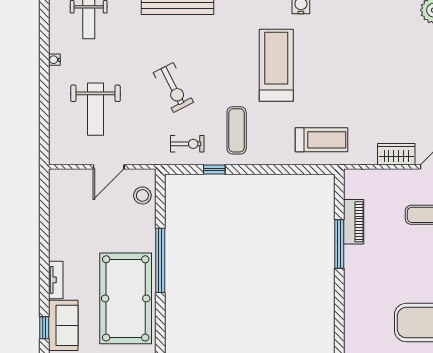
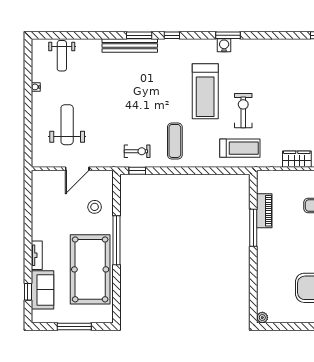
treadmill: (276, 65) -> (205, 91), turned 180
exercise bike: (173, 88) -> (243, 111), moved, turned -153
weight bench: (95, 109) -> (67, 125), turned 180
window: (214, 169) -> (137, 171), moved
stool: (142, 195) -> (95, 207), moved

